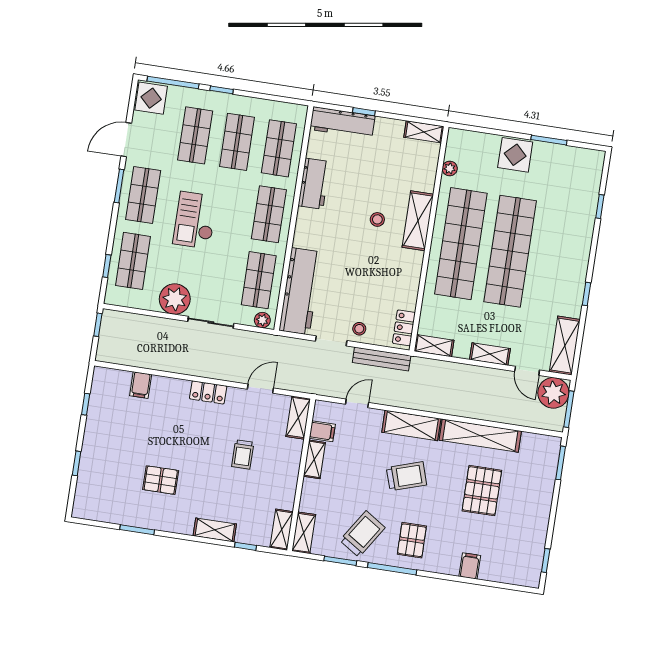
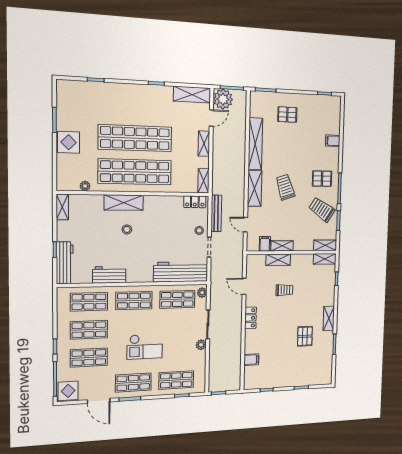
plant: (175, 299) -> (201, 345), width x0.53, depth x0.53
shelving: (298, 418) -> (278, 260), moved
pallet: (482, 491) -> (287, 115), moved, width x0.67, depth x0.71
shelving: (215, 530) -> (329, 318), moved

